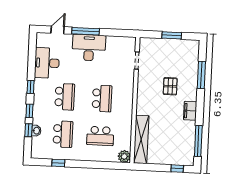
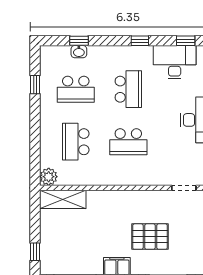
pallet: (170, 86) -> (150, 237), width x1.50, depth x1.42
school desk: (65, 97) -> (128, 89), turned -90
window: (29, 111) -> (186, 41), moved
shelving: (141, 139) -> (63, 199), width x0.68

